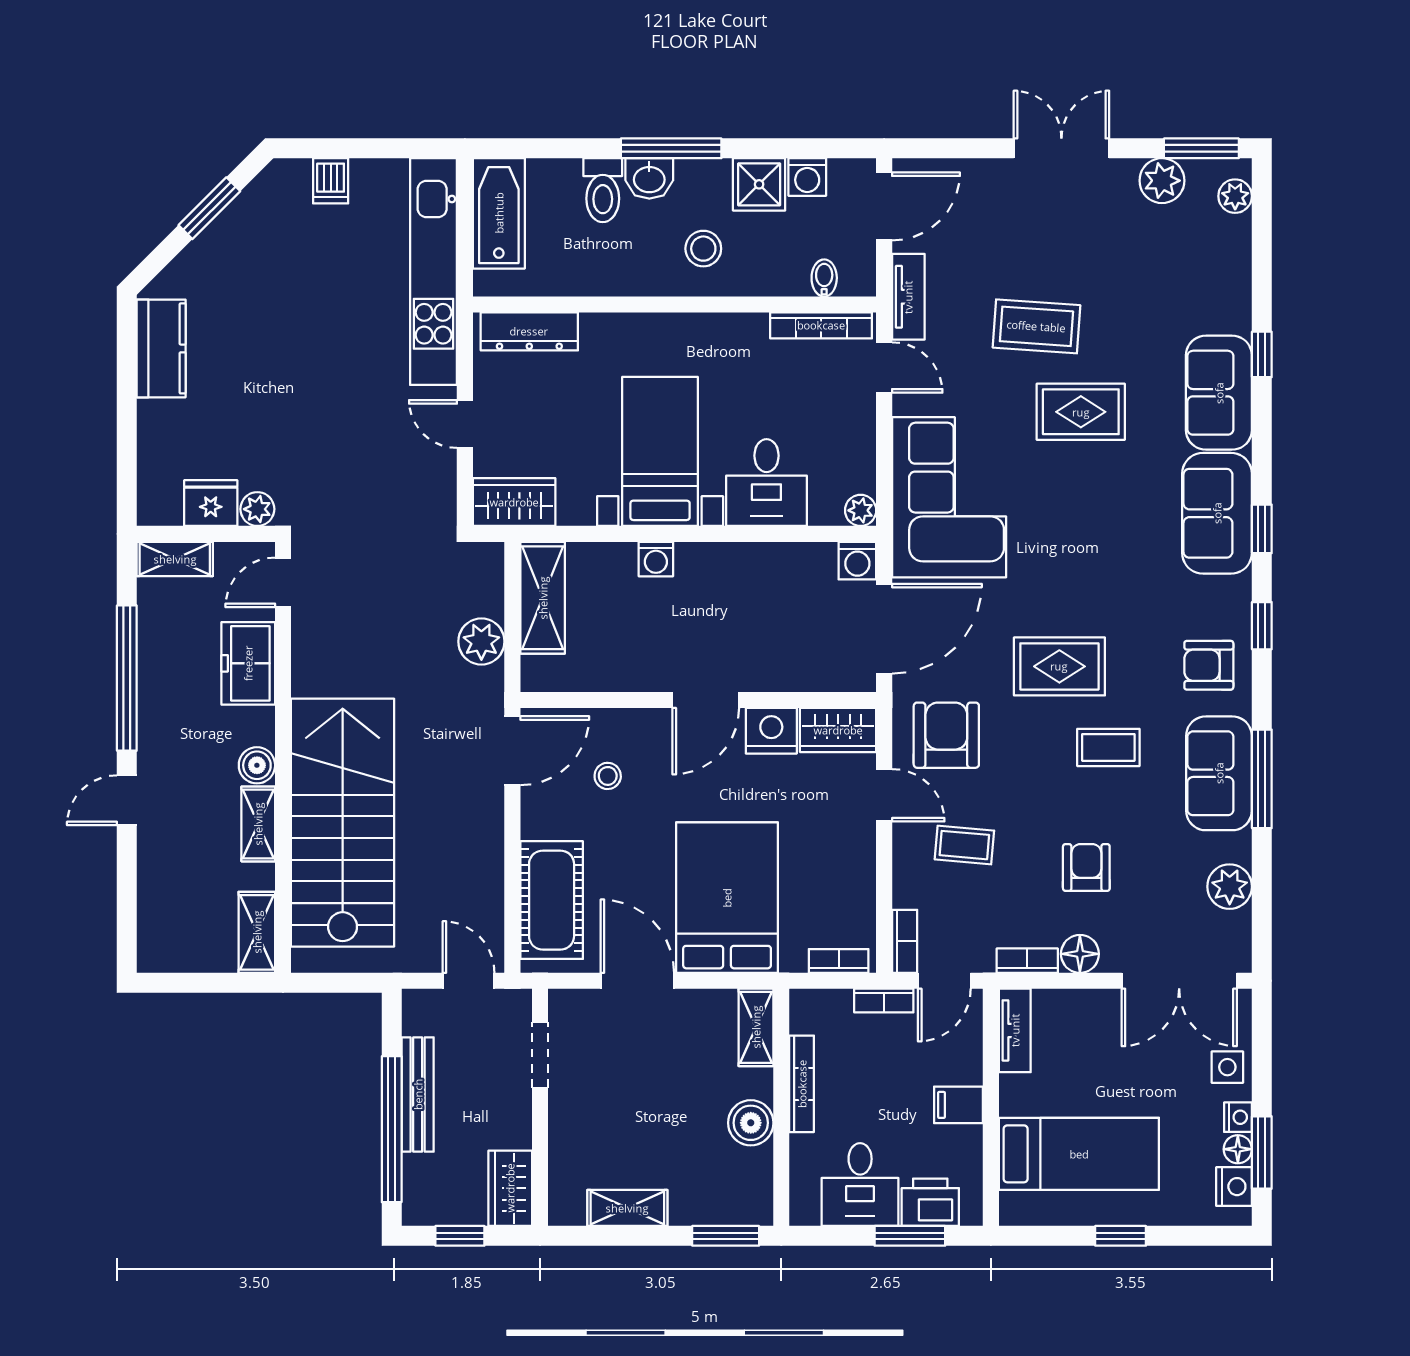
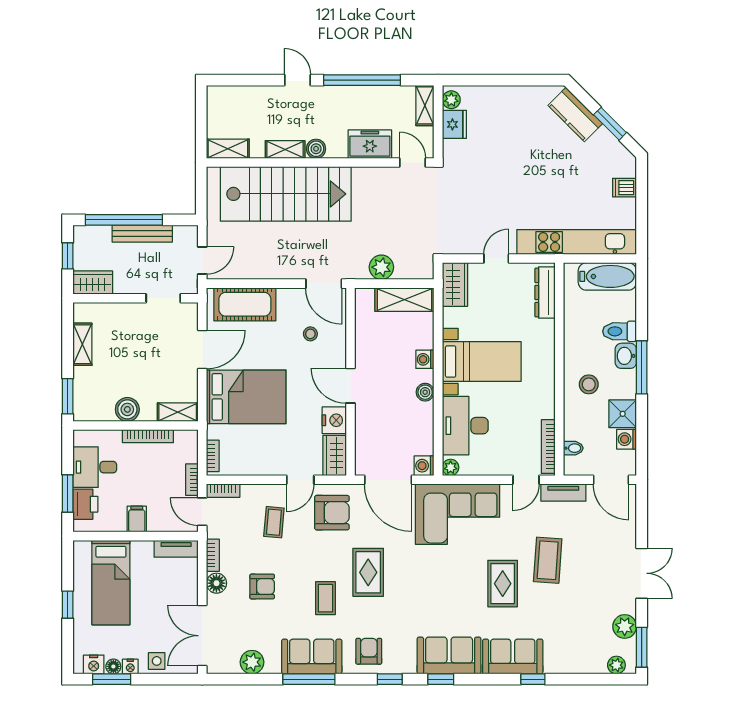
kitchen counter: (161, 348) -> (575, 114), moved, turned 45
desk: (766, 483) -> (465, 426), width x1.37
plant: (257, 509) -> (451, 100), moved
boiler: (718, 559) -> (425, 392), added

